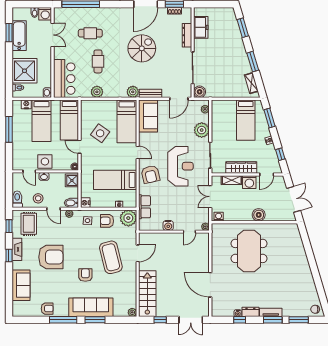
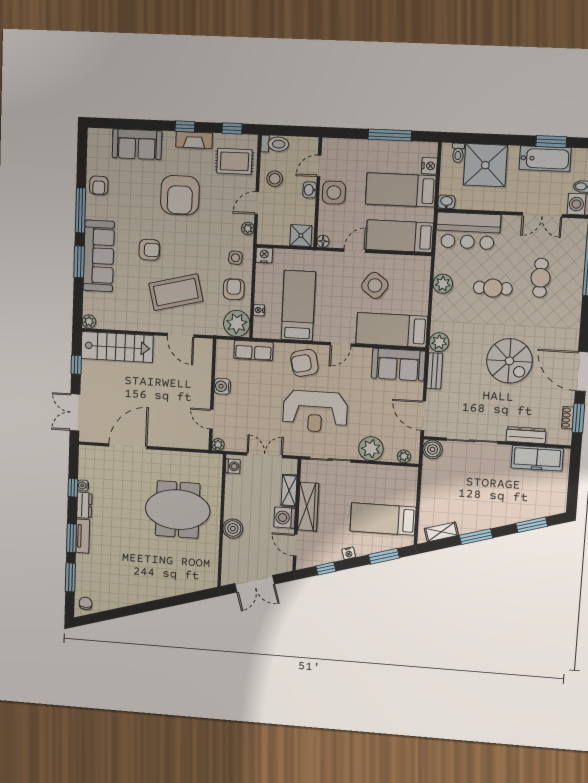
freezer: (201, 27) -> (537, 458), width x1.40
bidet: (71, 203) -> (265, 233), removed

